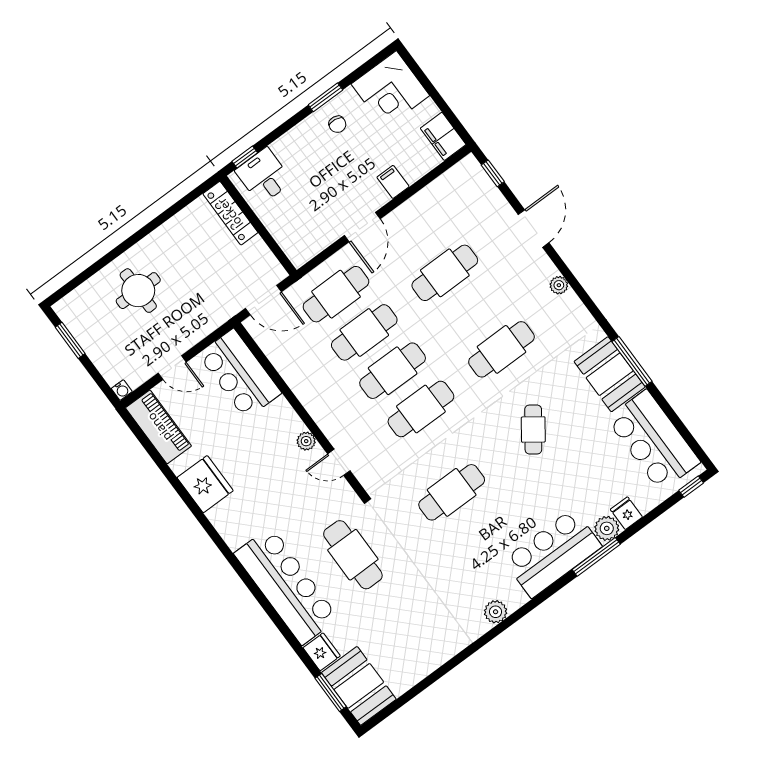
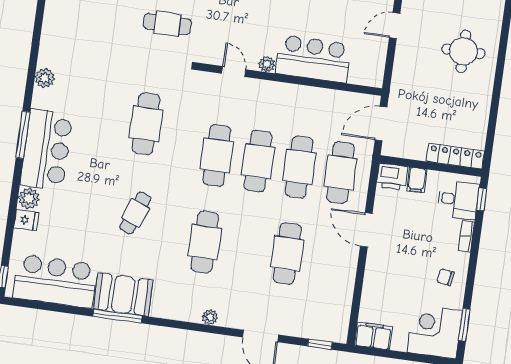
window: (325, 97) -> (464, 325), moved
bookcase: (287, 140) -> (467, 236), added
filing cabinet: (393, 182) -> (417, 180), moved, turned 90
printer: (298, 249) -> (392, 177), added
bar counter: (240, 374) -> (313, 59), moved
cafe table: (533, 429) -> (135, 213), turned 75
door: (339, 462) -> (234, 72), hinge flipped
cafe table: (353, 555) -> (167, 24), width x0.73, depth x0.74
window: (596, 557) -> (23, 135), moved

